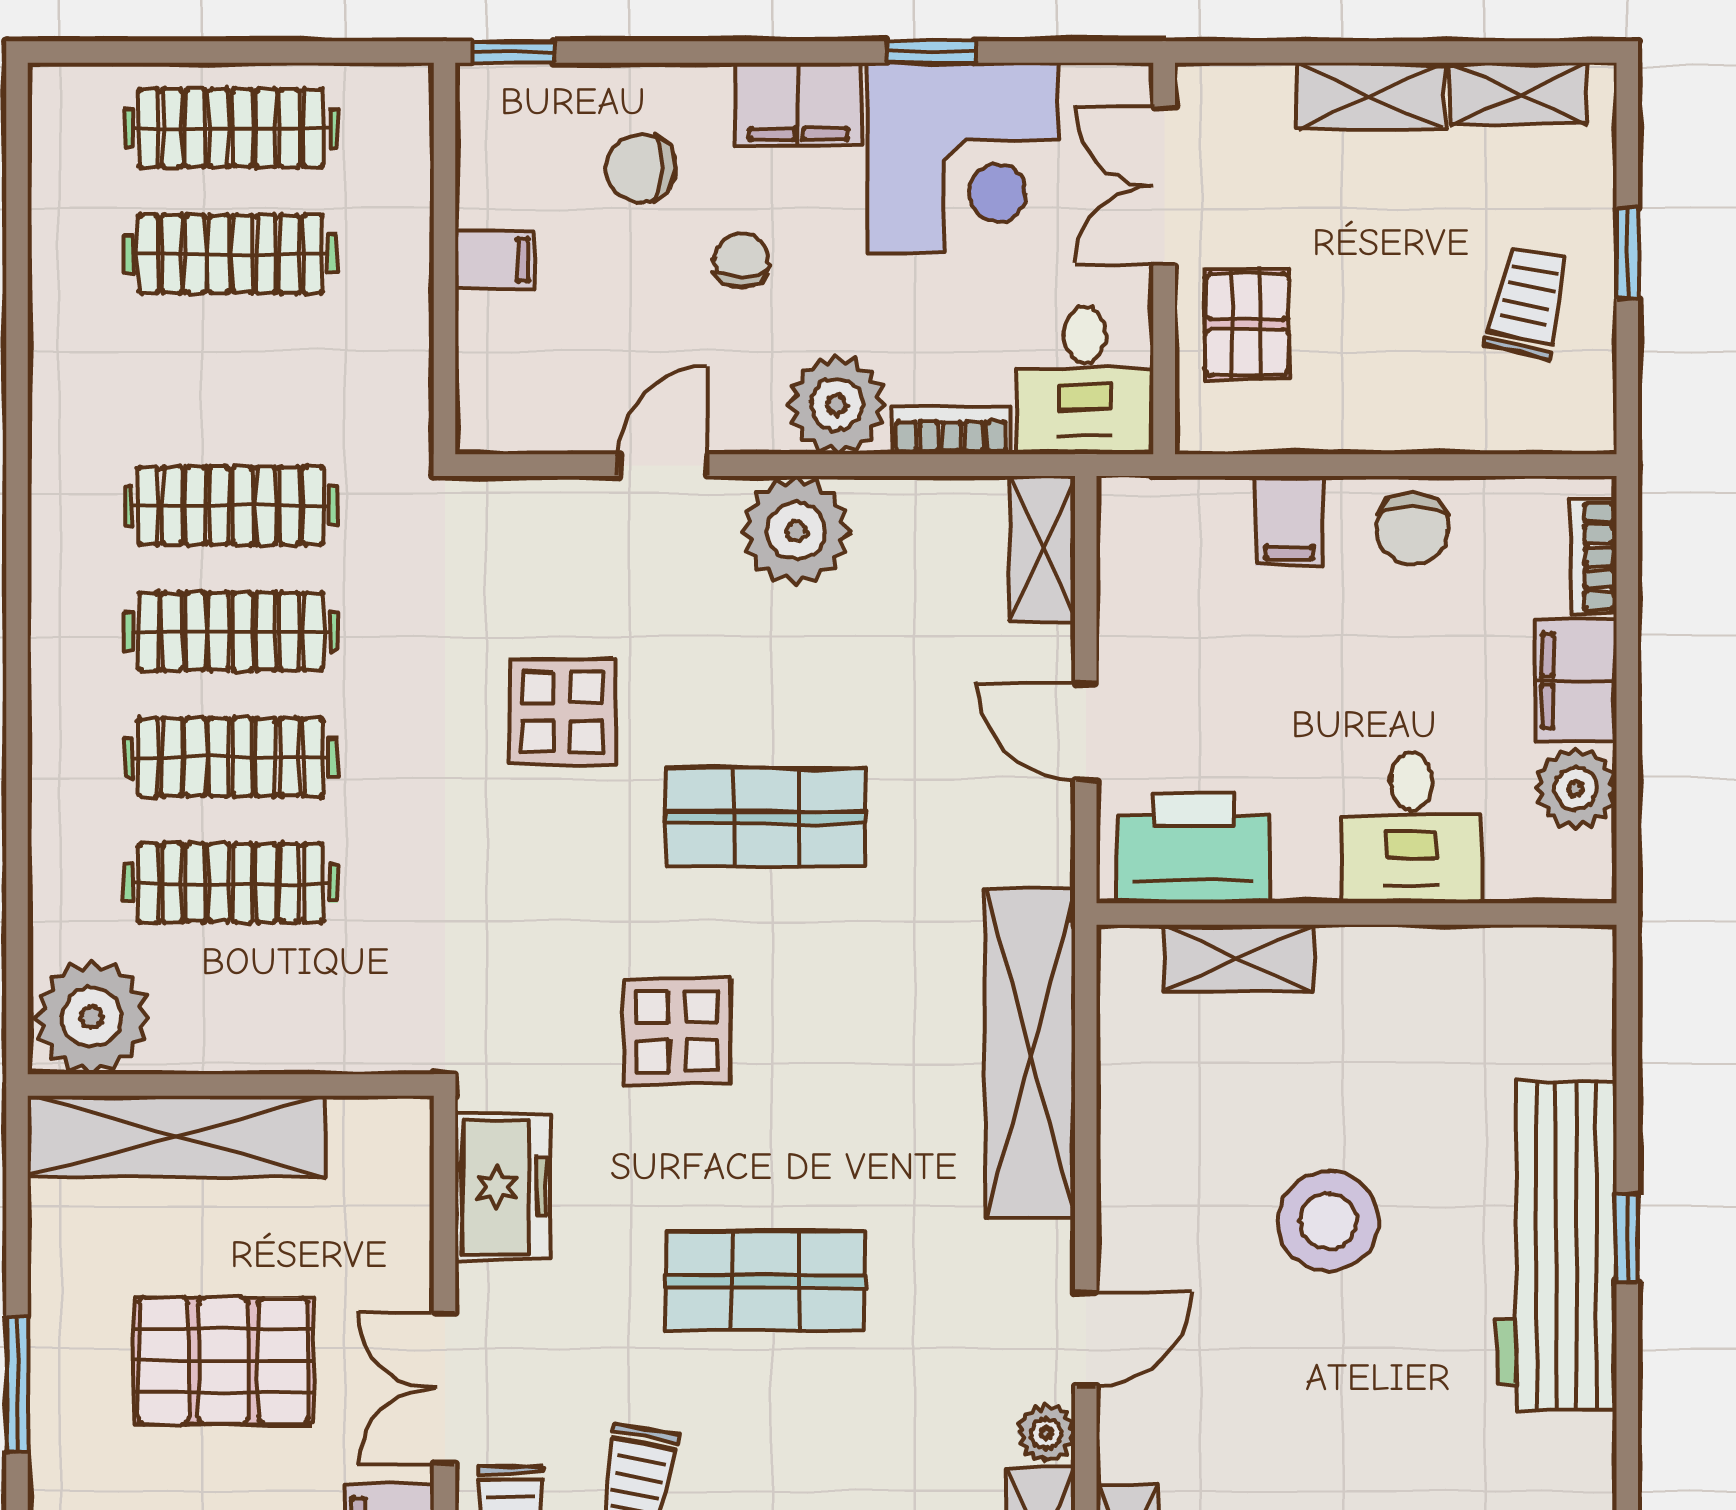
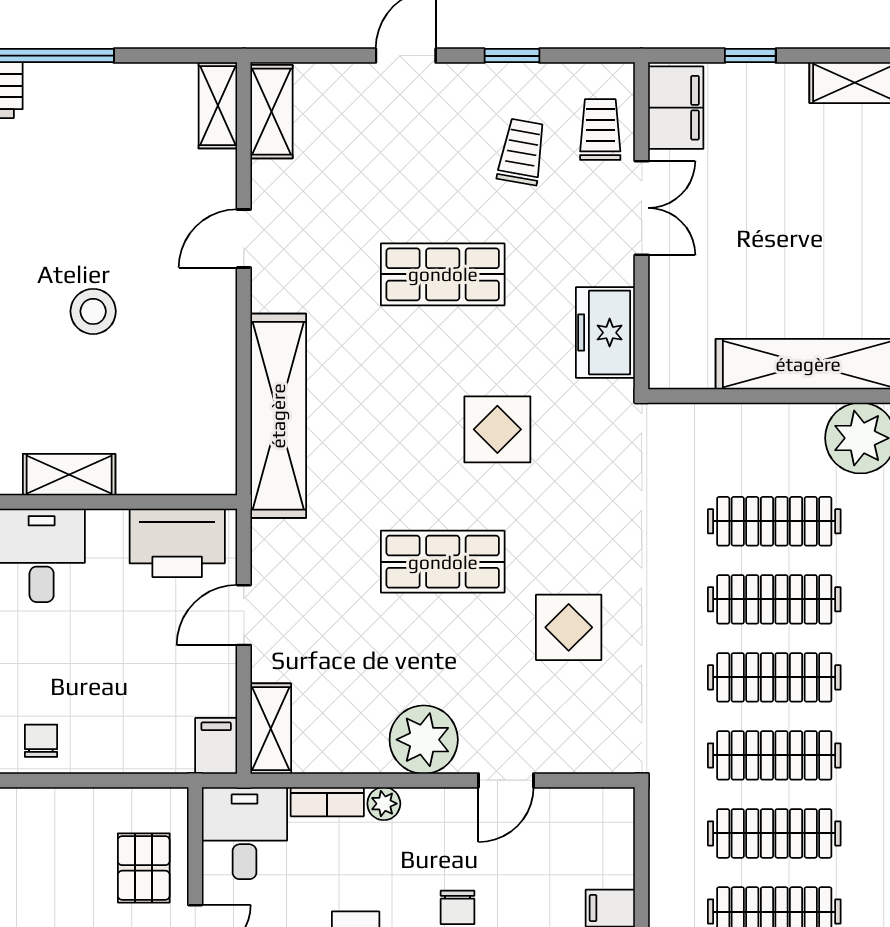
clothes rail: (231, 380) -> (774, 833), added
plant: (837, 405) -> (384, 804), width x0.53, depth x0.53
filing cabinet: (1289, 521) -> (216, 746), moved
chair: (1413, 529) -> (41, 741), width x0.73, depth x0.73
door: (1086, 732) -> (244, 615), swing flipped
shelving: (1238, 958) -> (69, 475), moved
stool: (1329, 1221) -> (93, 311), width x0.73, depth x0.73
pallet: (223, 1361) -> (779, 225), removed
plant: (1046, 1433) -> (268, 180), removed

